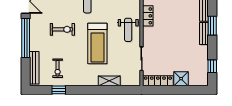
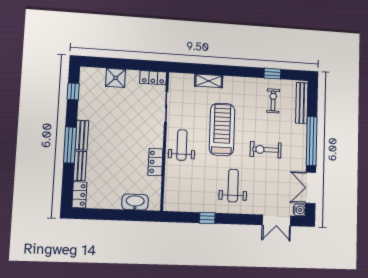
window: (212, 26) -> (70, 145), width x1.44
locker: (158, 81) -> (153, 78), width x0.66

